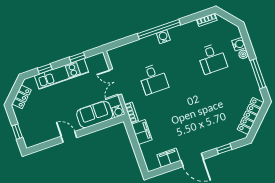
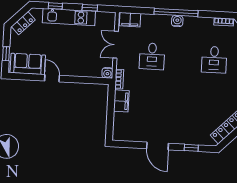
sofa: (95, 114) -> (28, 64), moved
filing cabinet: (169, 158) -> (130, 20), moved, turned 180

